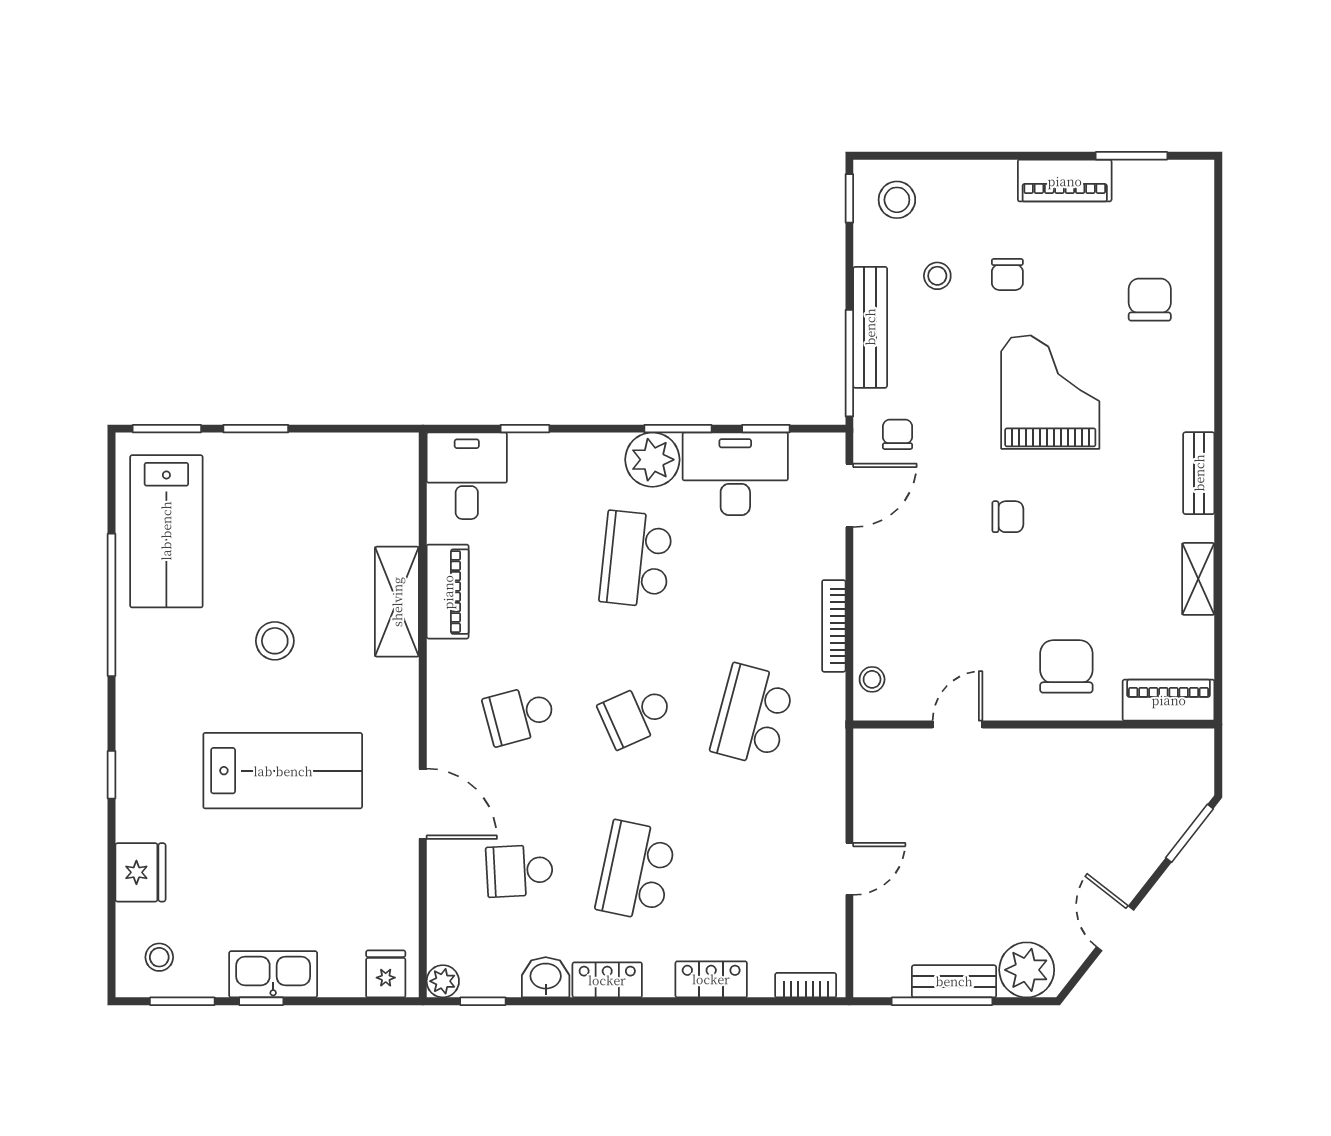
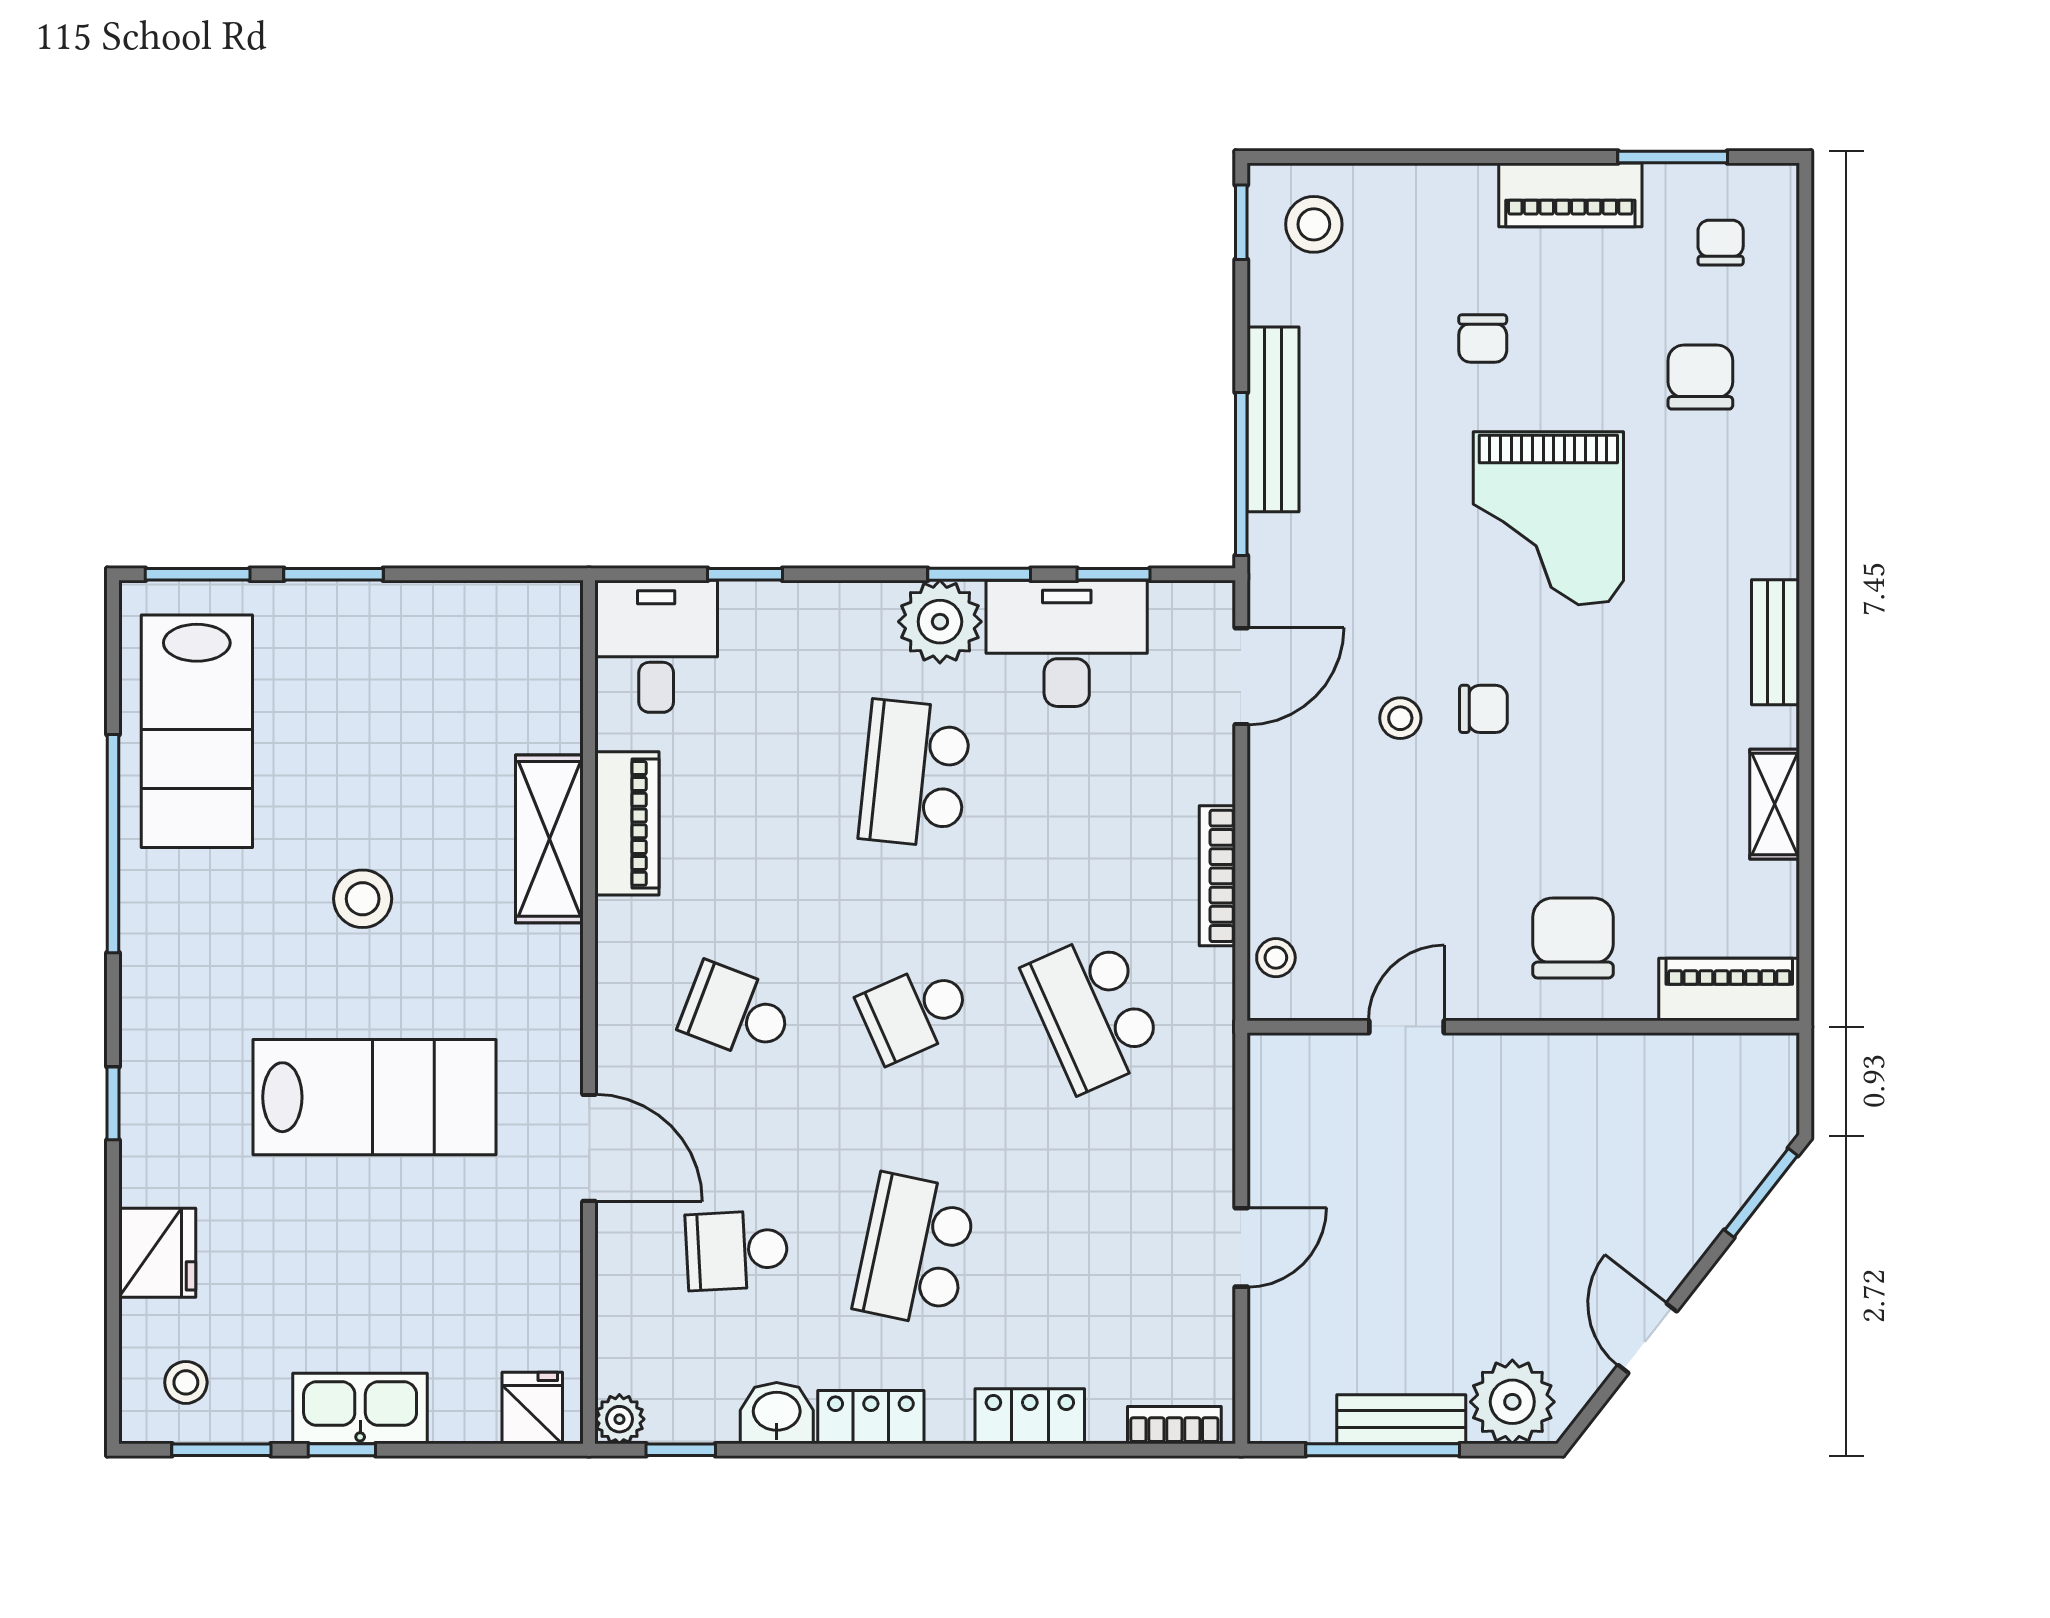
stool: (937, 276) -> (1400, 718), moved
grand piano: (1050, 392) -> (1548, 518), turned 180
chair: (897, 434) -> (1721, 243), moved
school desk: (519, 715) -> (737, 1012), turned 36
school desk: (753, 715) -> (1093, 1012), turned -39

